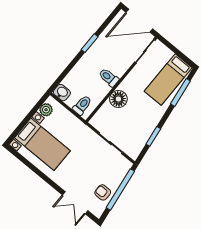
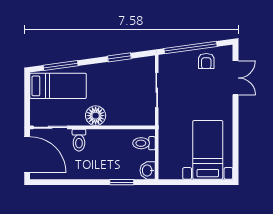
window: (90, 43) -> (122, 182), moved
toilet: (109, 77) -> (79, 140), moved
floor lamp: (118, 99) -> (96, 116), moved
plant: (46, 110) -> (174, 172), removed

